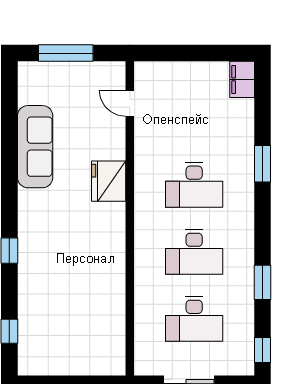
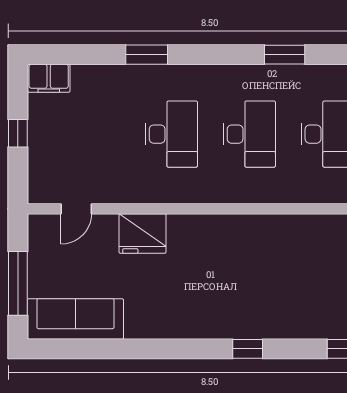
window: (195, 53) -> (18, 133), added
sofa: (35, 147) -> (75, 319), moved
fridge: (109, 181) -> (143, 233), moved

